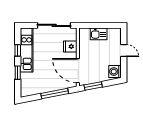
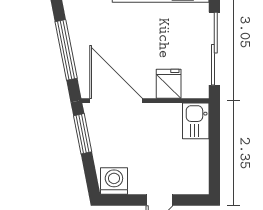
kitchen sink: (99, 34) -> (196, 121), moved
door: (78, 71) -> (116, 101), hinge flipped

